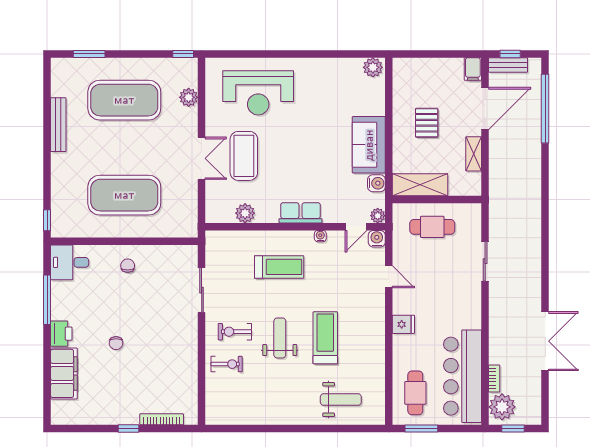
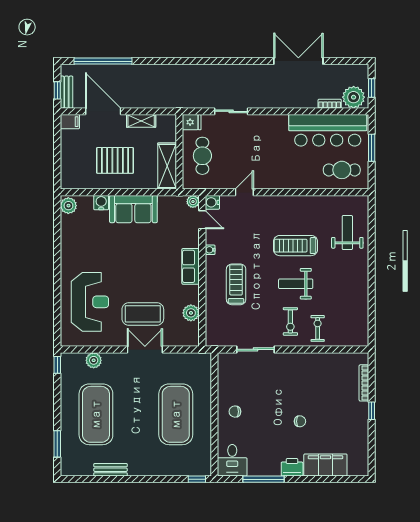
pallet: (427, 123) -> (115, 160), width x1.50, depth x1.42
bench: (58, 125) -> (110, 470), width x0.73
water cooler: (376, 183) -> (101, 203), moved
fridge: (403, 324) -> (192, 122), moved, turned 90
window: (421, 428) -> (372, 148), moved

